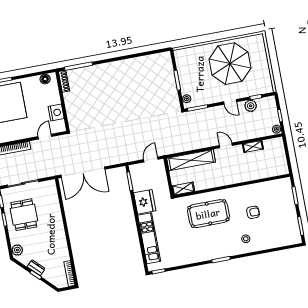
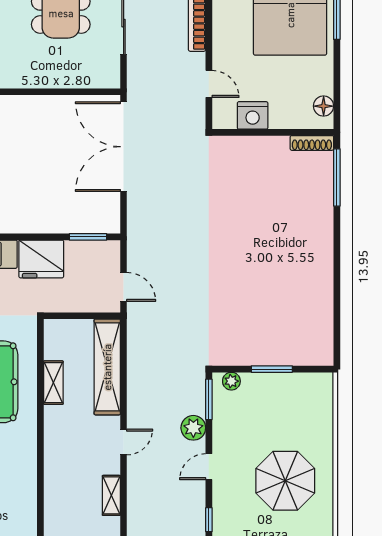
parasol: (230, 64) -> (285, 481), width x0.73, depth x0.73
plant: (251, 106) -> (193, 428), moved
shelving: (183, 189) -> (53, 383), moved

